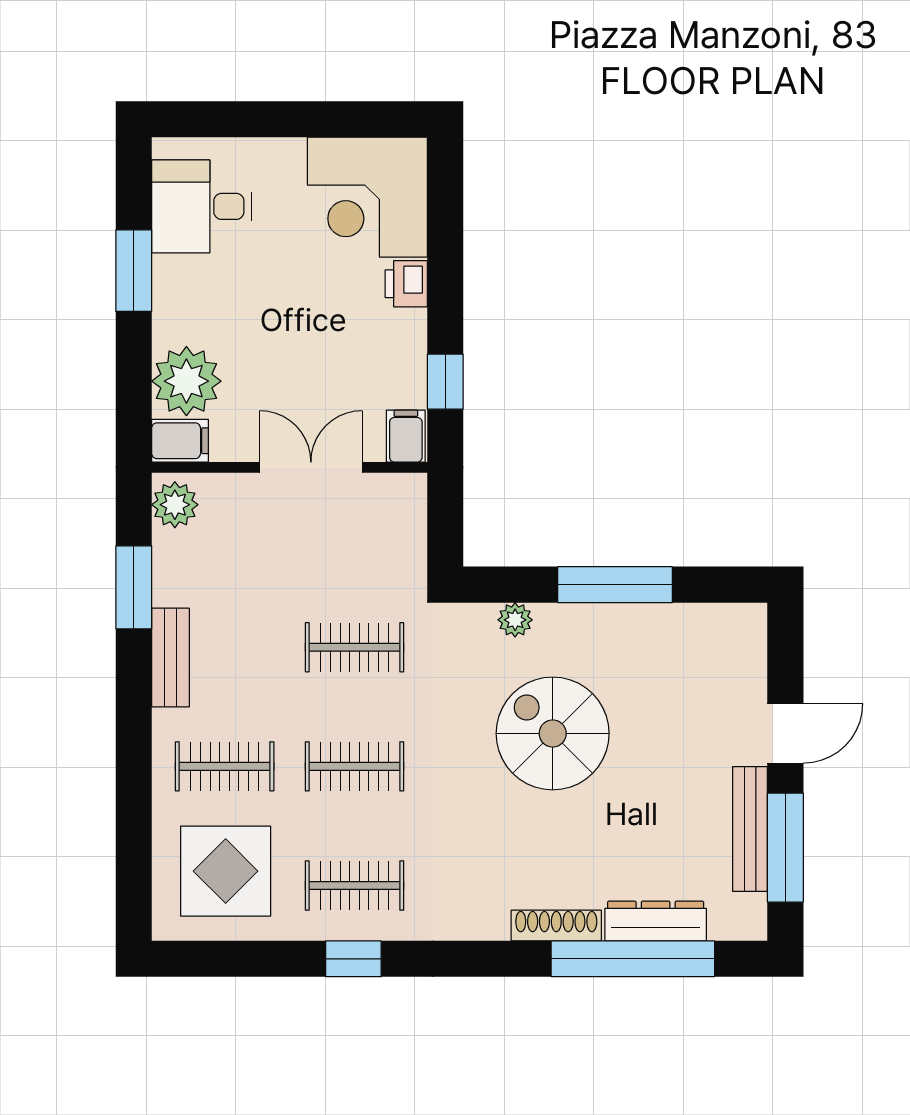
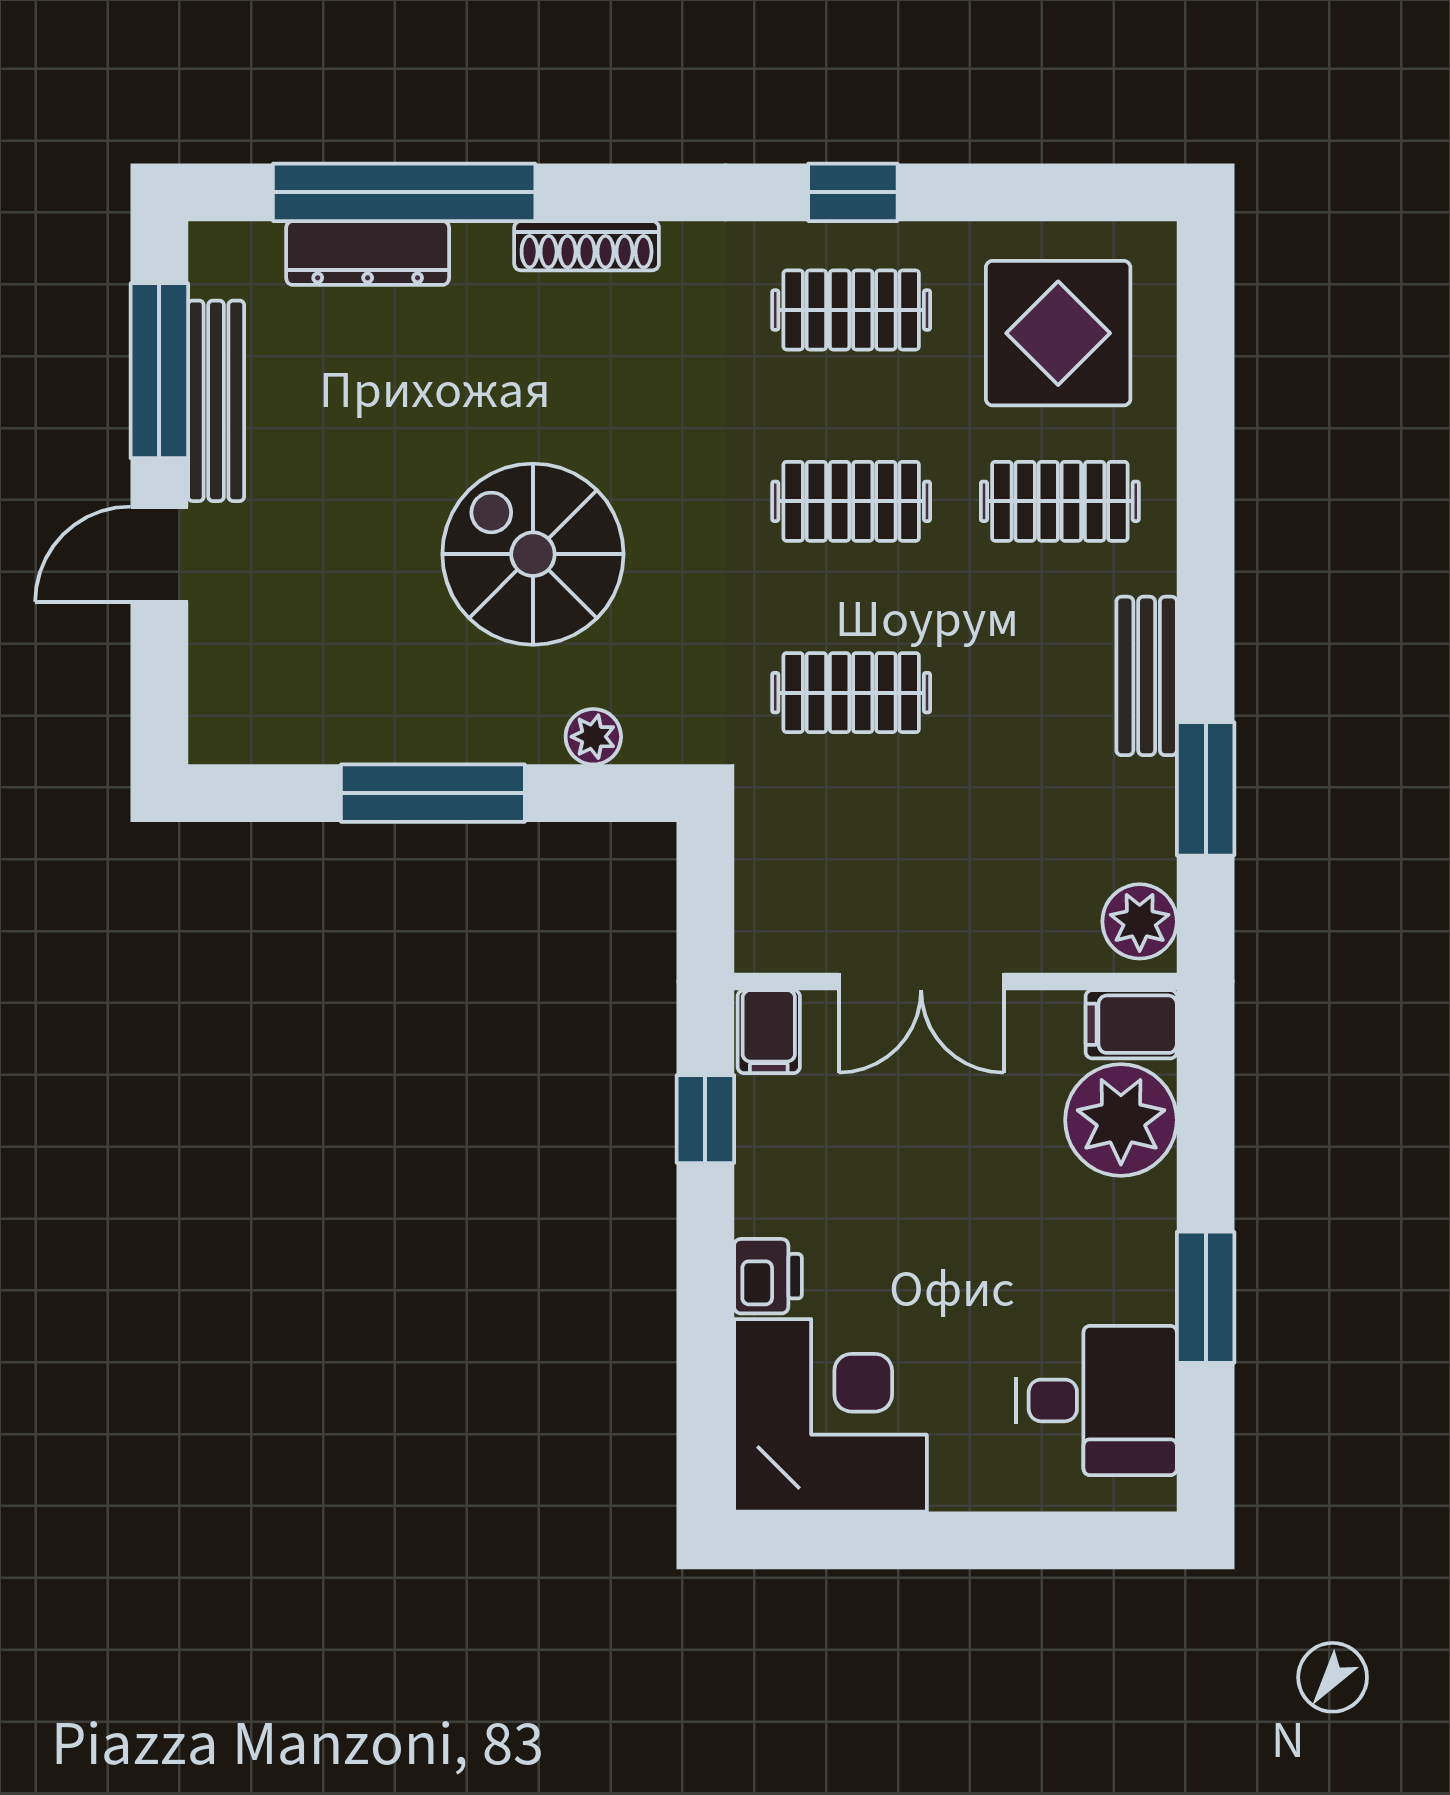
spiral stairs: (553, 733) -> (533, 554), turned 180
shoe rack: (556, 926) -> (587, 246), moved

